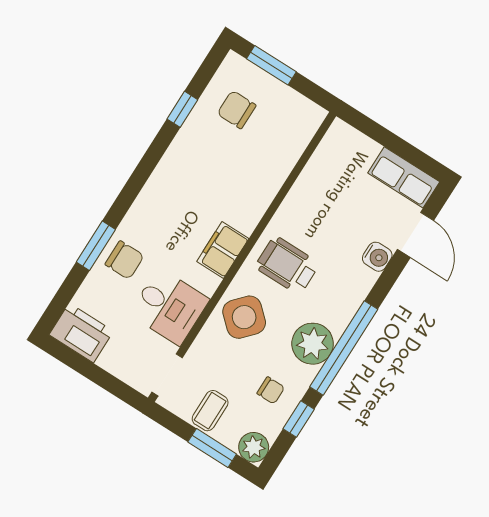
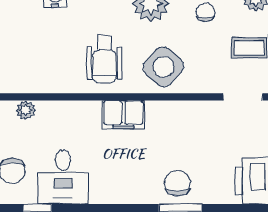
plant: (286, 159) -> (26, 110), added
desk: (169, 307) -> (63, 177), moved, turned 180

